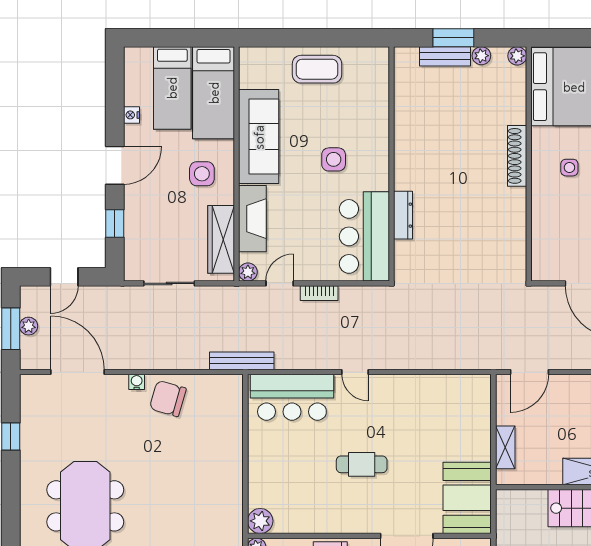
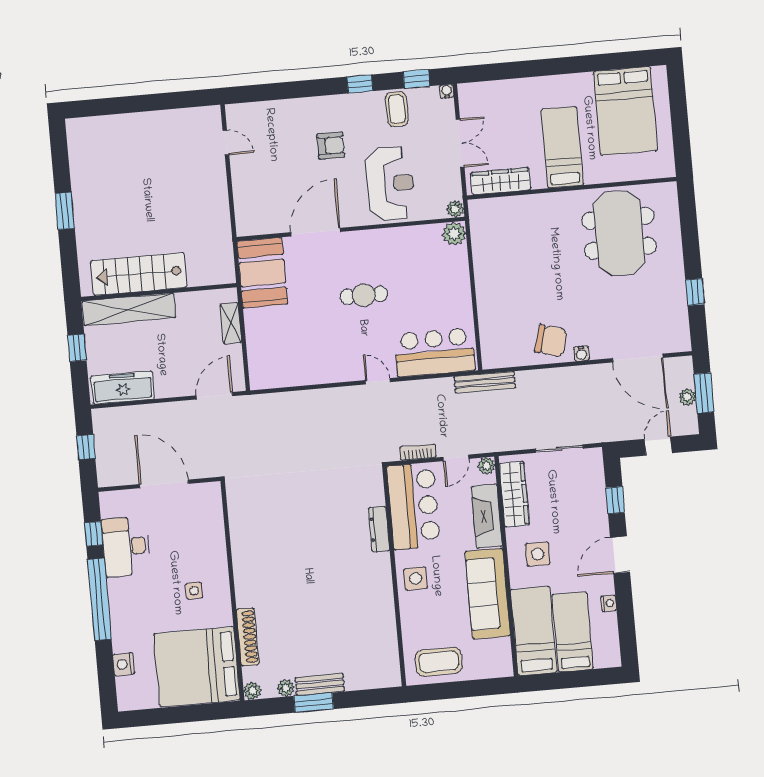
shoe rack: (517, 156) -> (248, 637), moved
wall: (391, 164) -> (394, 576), moved
dresser: (403, 215) -> (379, 529), moved
bar counter: (364, 236) -> (414, 506), moved

